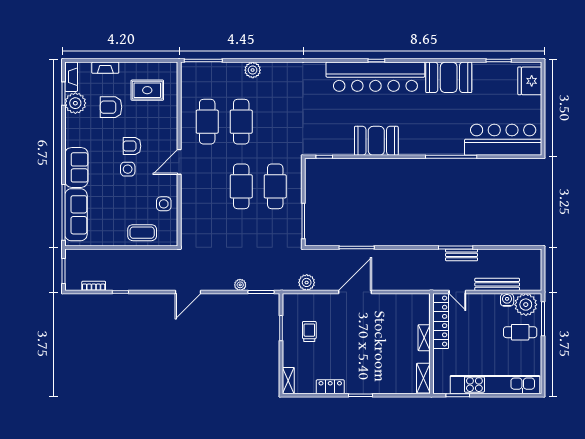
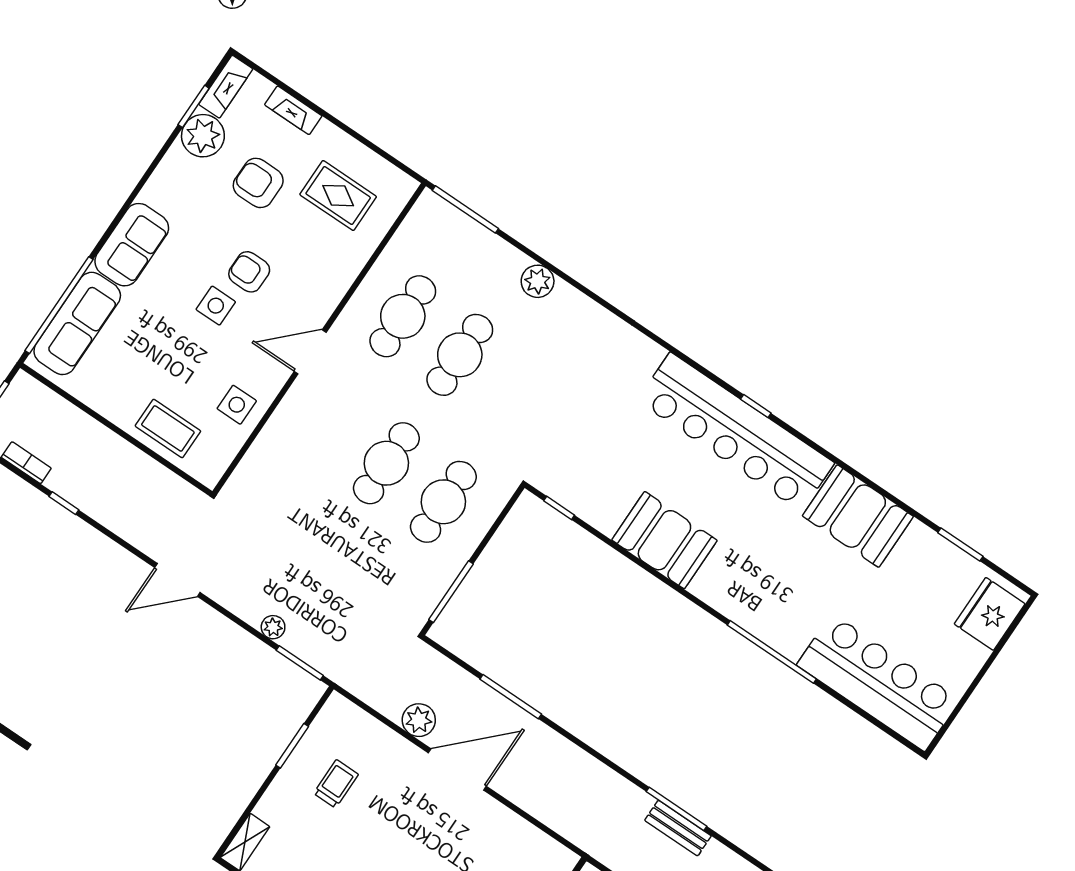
plant: (307, 282) -> (419, 720), moved

